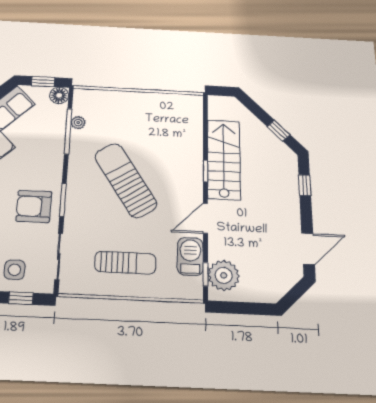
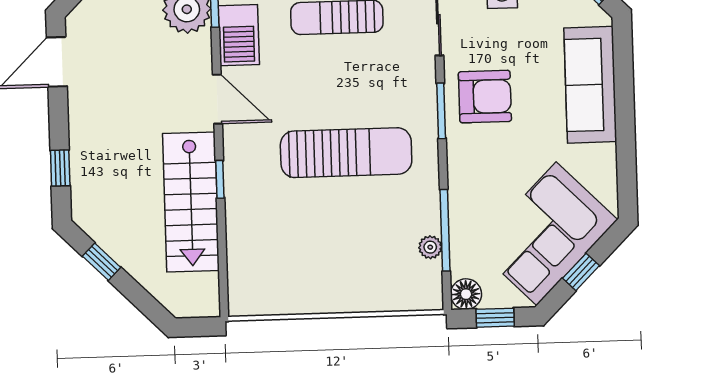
sun lounger: (126, 180) -> (346, 153), turned -57
door: (205, 218) -> (217, 99), hinge flipped

